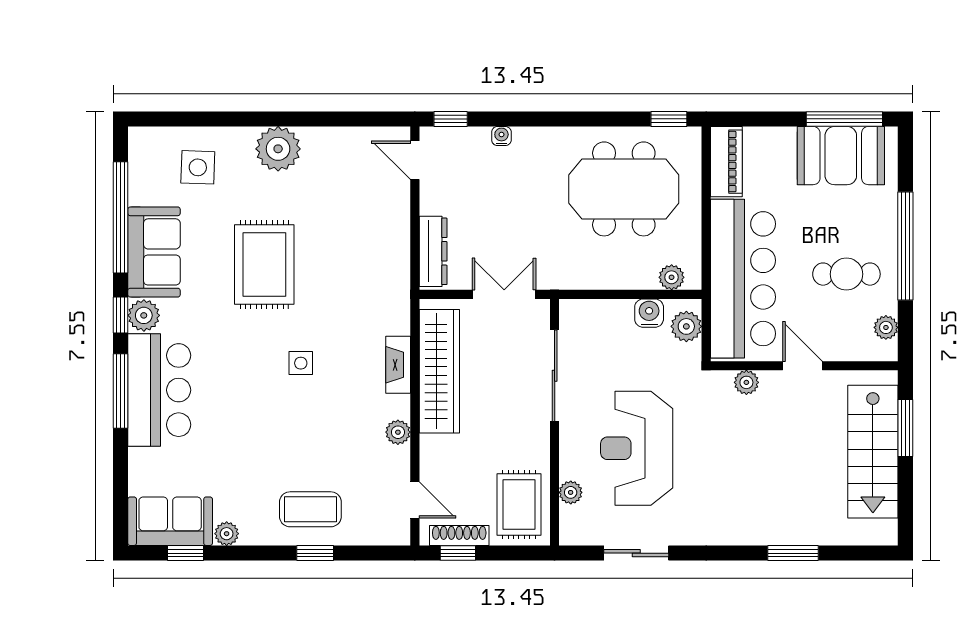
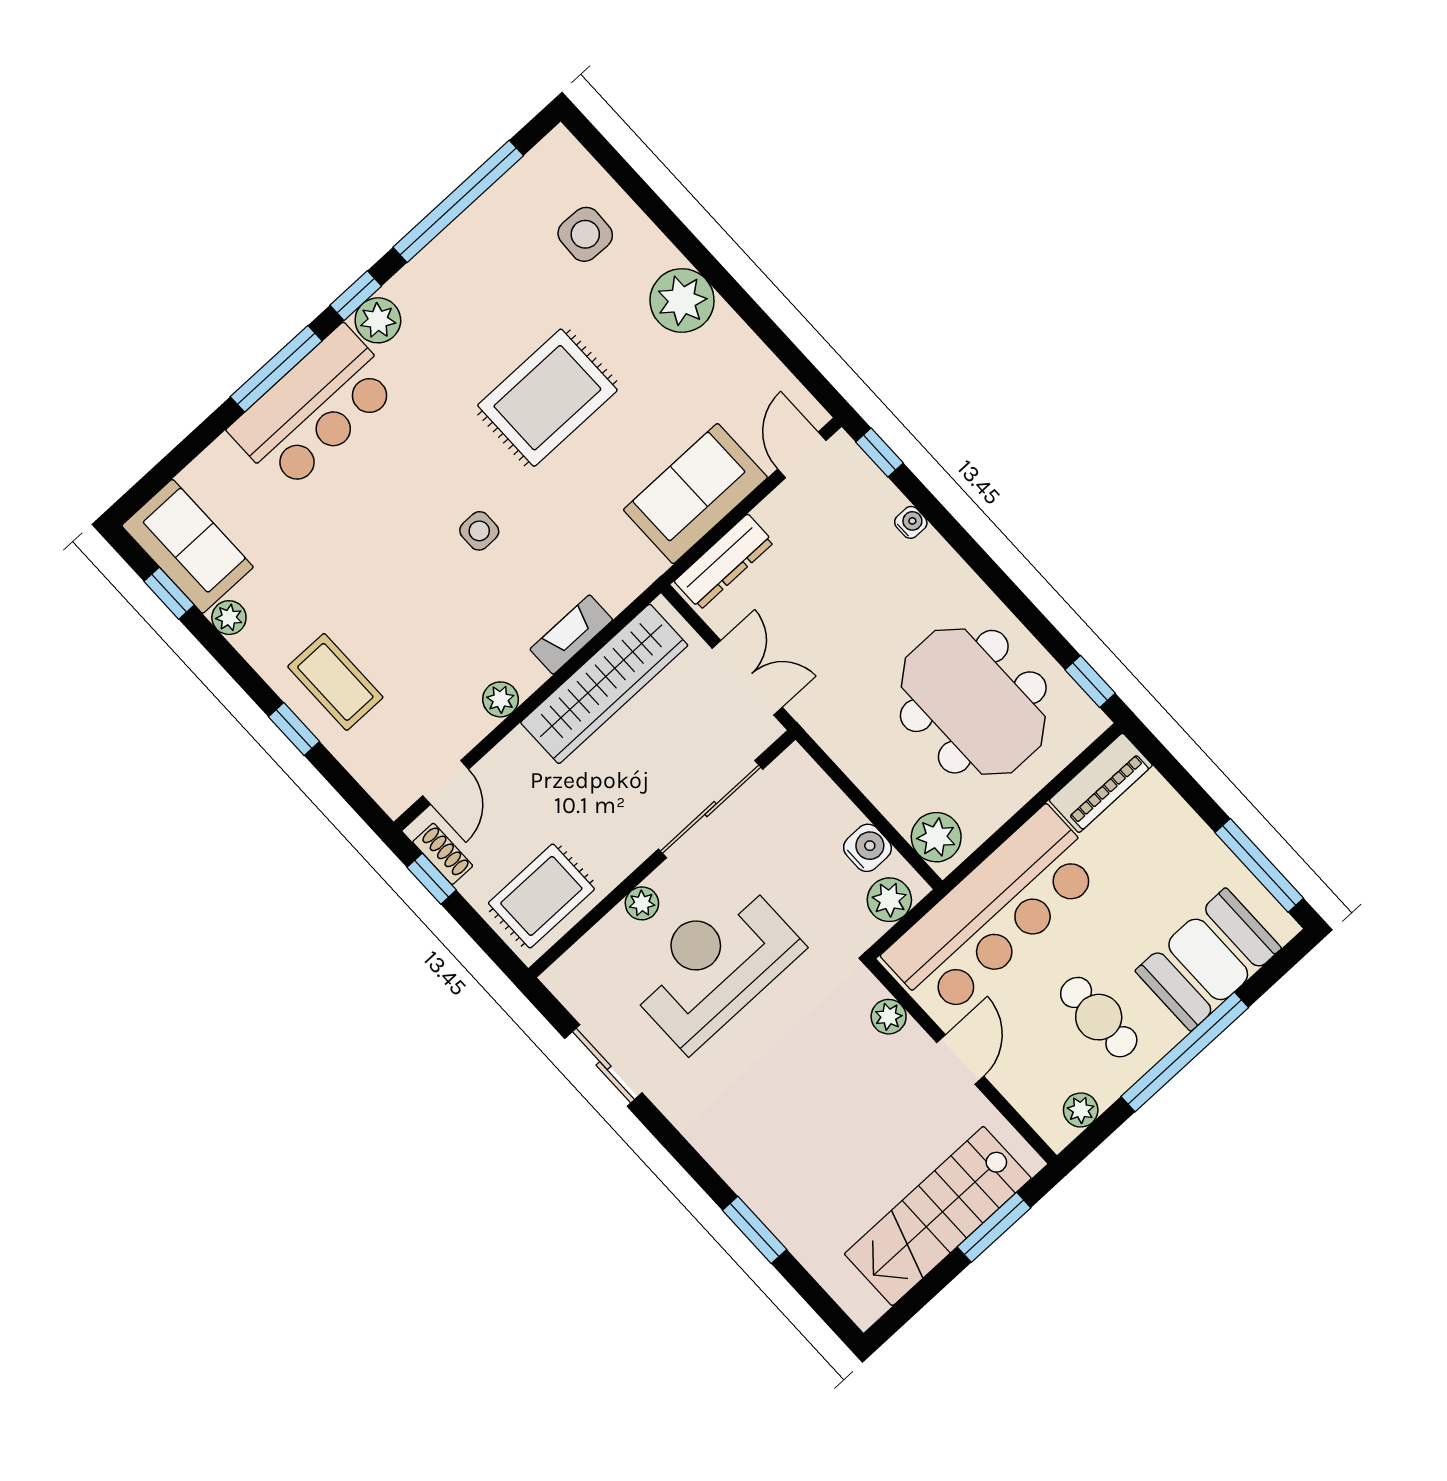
booth: (841, 156) -> (1208, 959), moved, turned 90
sofa: (154, 252) -> (695, 494), moved, turned 180
plant: (672, 277) -> (936, 837), width x1.38, depth x1.38
plant: (571, 492) -> (642, 903), moved
shoe rack: (459, 536) -> (443, 854), width x0.70

